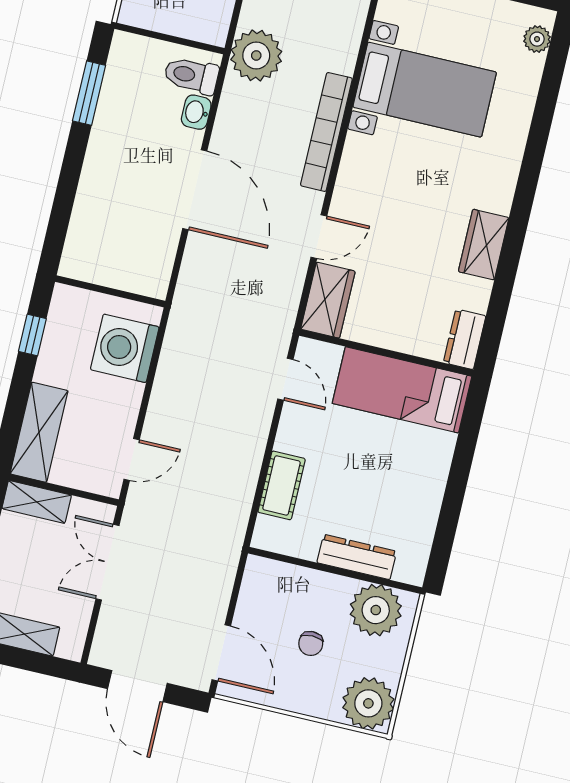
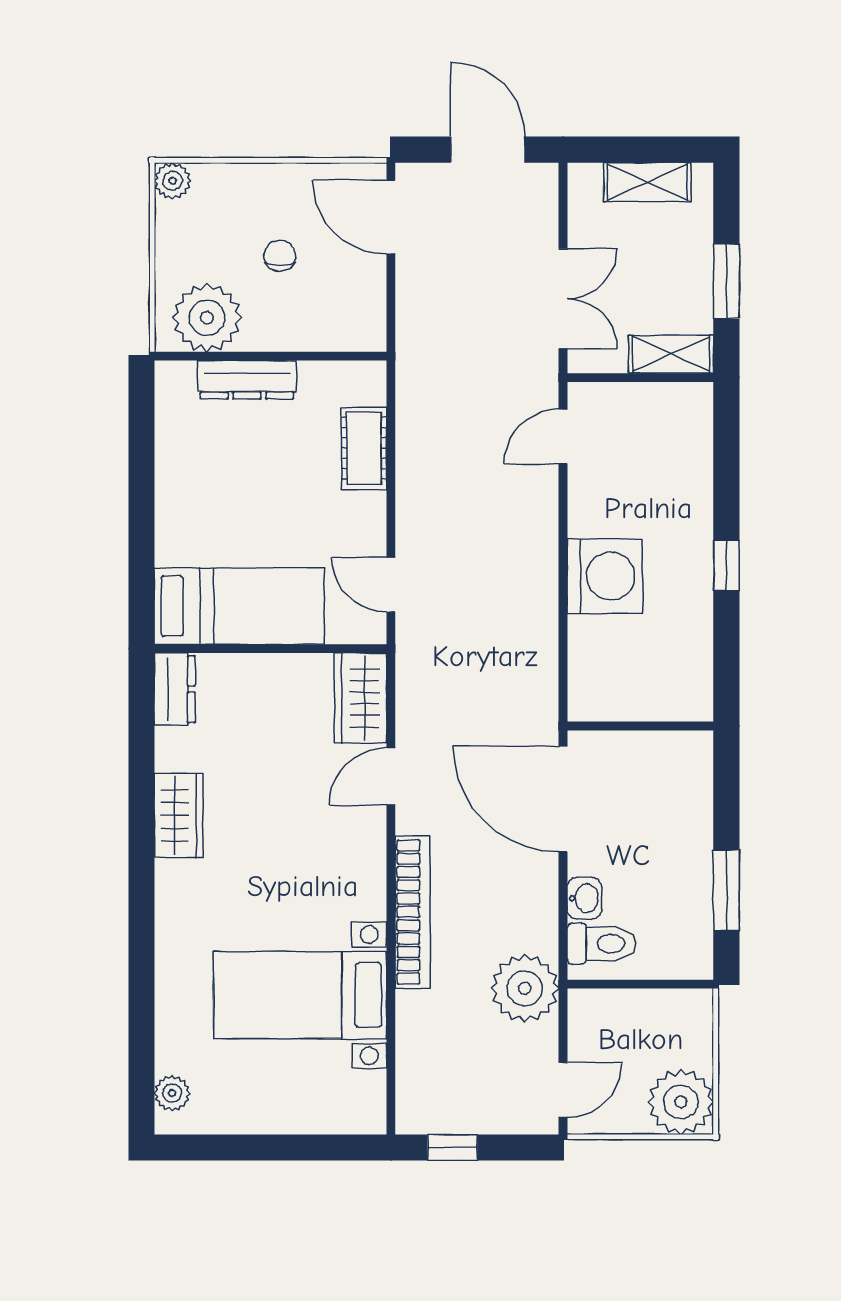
wall: (110, 291) -> (640, 726), moved
shelving: (39, 432) -> (689, 444), removed
plant: (368, 703) -> (173, 181), width x0.53, depth x0.53

